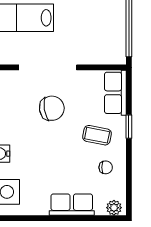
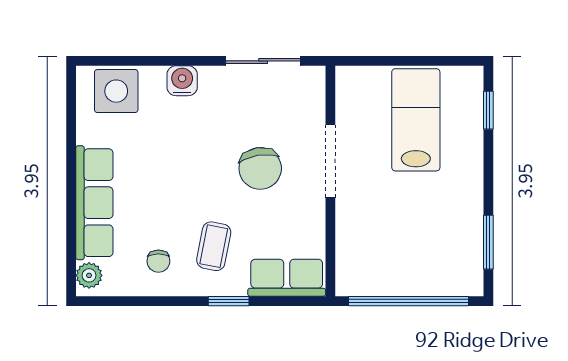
doorway: (48, 67) -> (330, 161), width x0.73
row of seats: (72, 205) -> (94, 203), width x1.48

